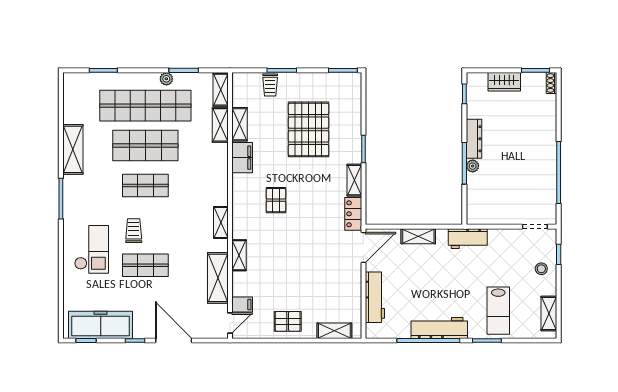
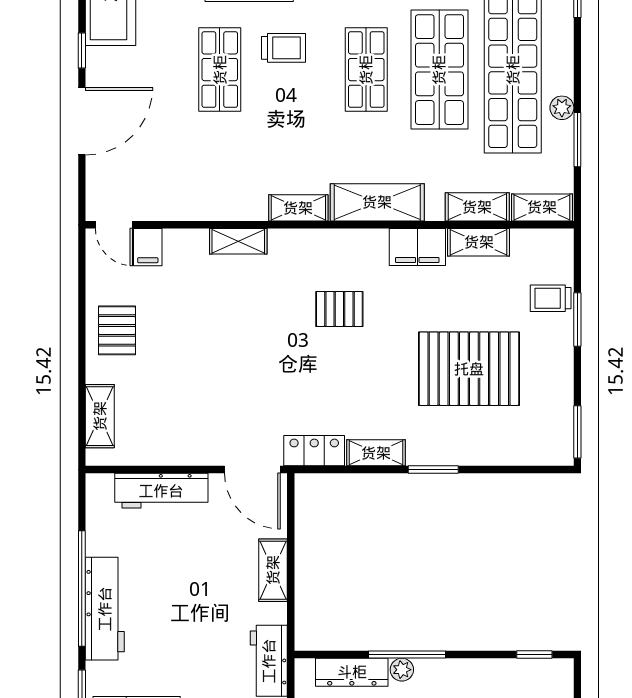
dresser: (474, 139) -> (352, 672), moved
shelving: (218, 278) -> (377, 202), moved

